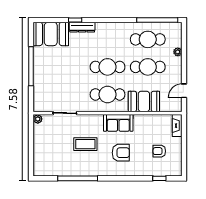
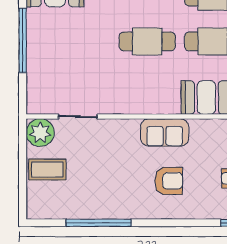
cafe table: (108, 94) -> (147, 86), removed
plant: (38, 119) -> (40, 133), width x1.88, depth x1.88
coffee table: (85, 144) -> (47, 169), moved

